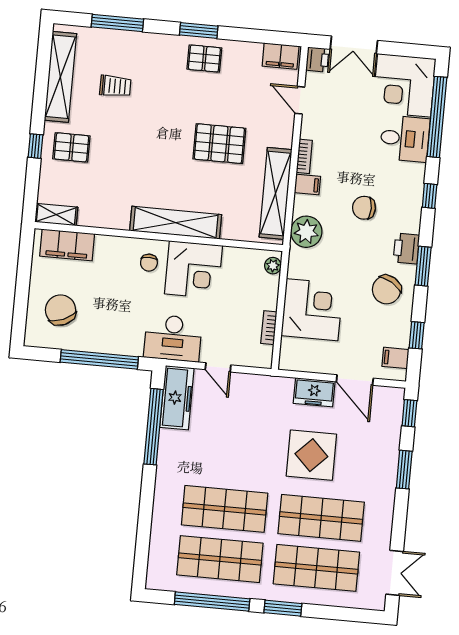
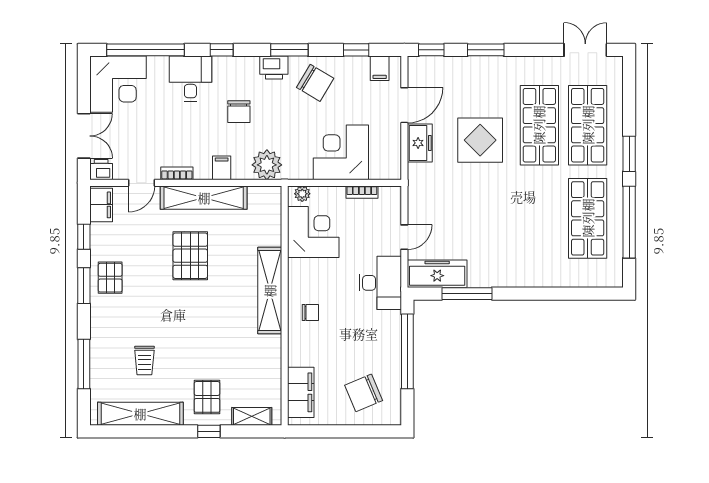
window: (249, 35) -> (84, 237), added
trolley: (115, 86) -> (144, 360), turned 180
desk: (405, 139) -> (190, 79), moved
bookcase: (304, 156) -> (177, 173), moved
shelving: (276, 193) -> (204, 198), moved
shelving: (56, 215) -> (252, 416), moved, turned 90
corner desk: (194, 270) -> (313, 232), moved
window: (154, 427) -> (467, 294), width x0.68
shop shelf: (225, 509) -> (539, 218), removed

